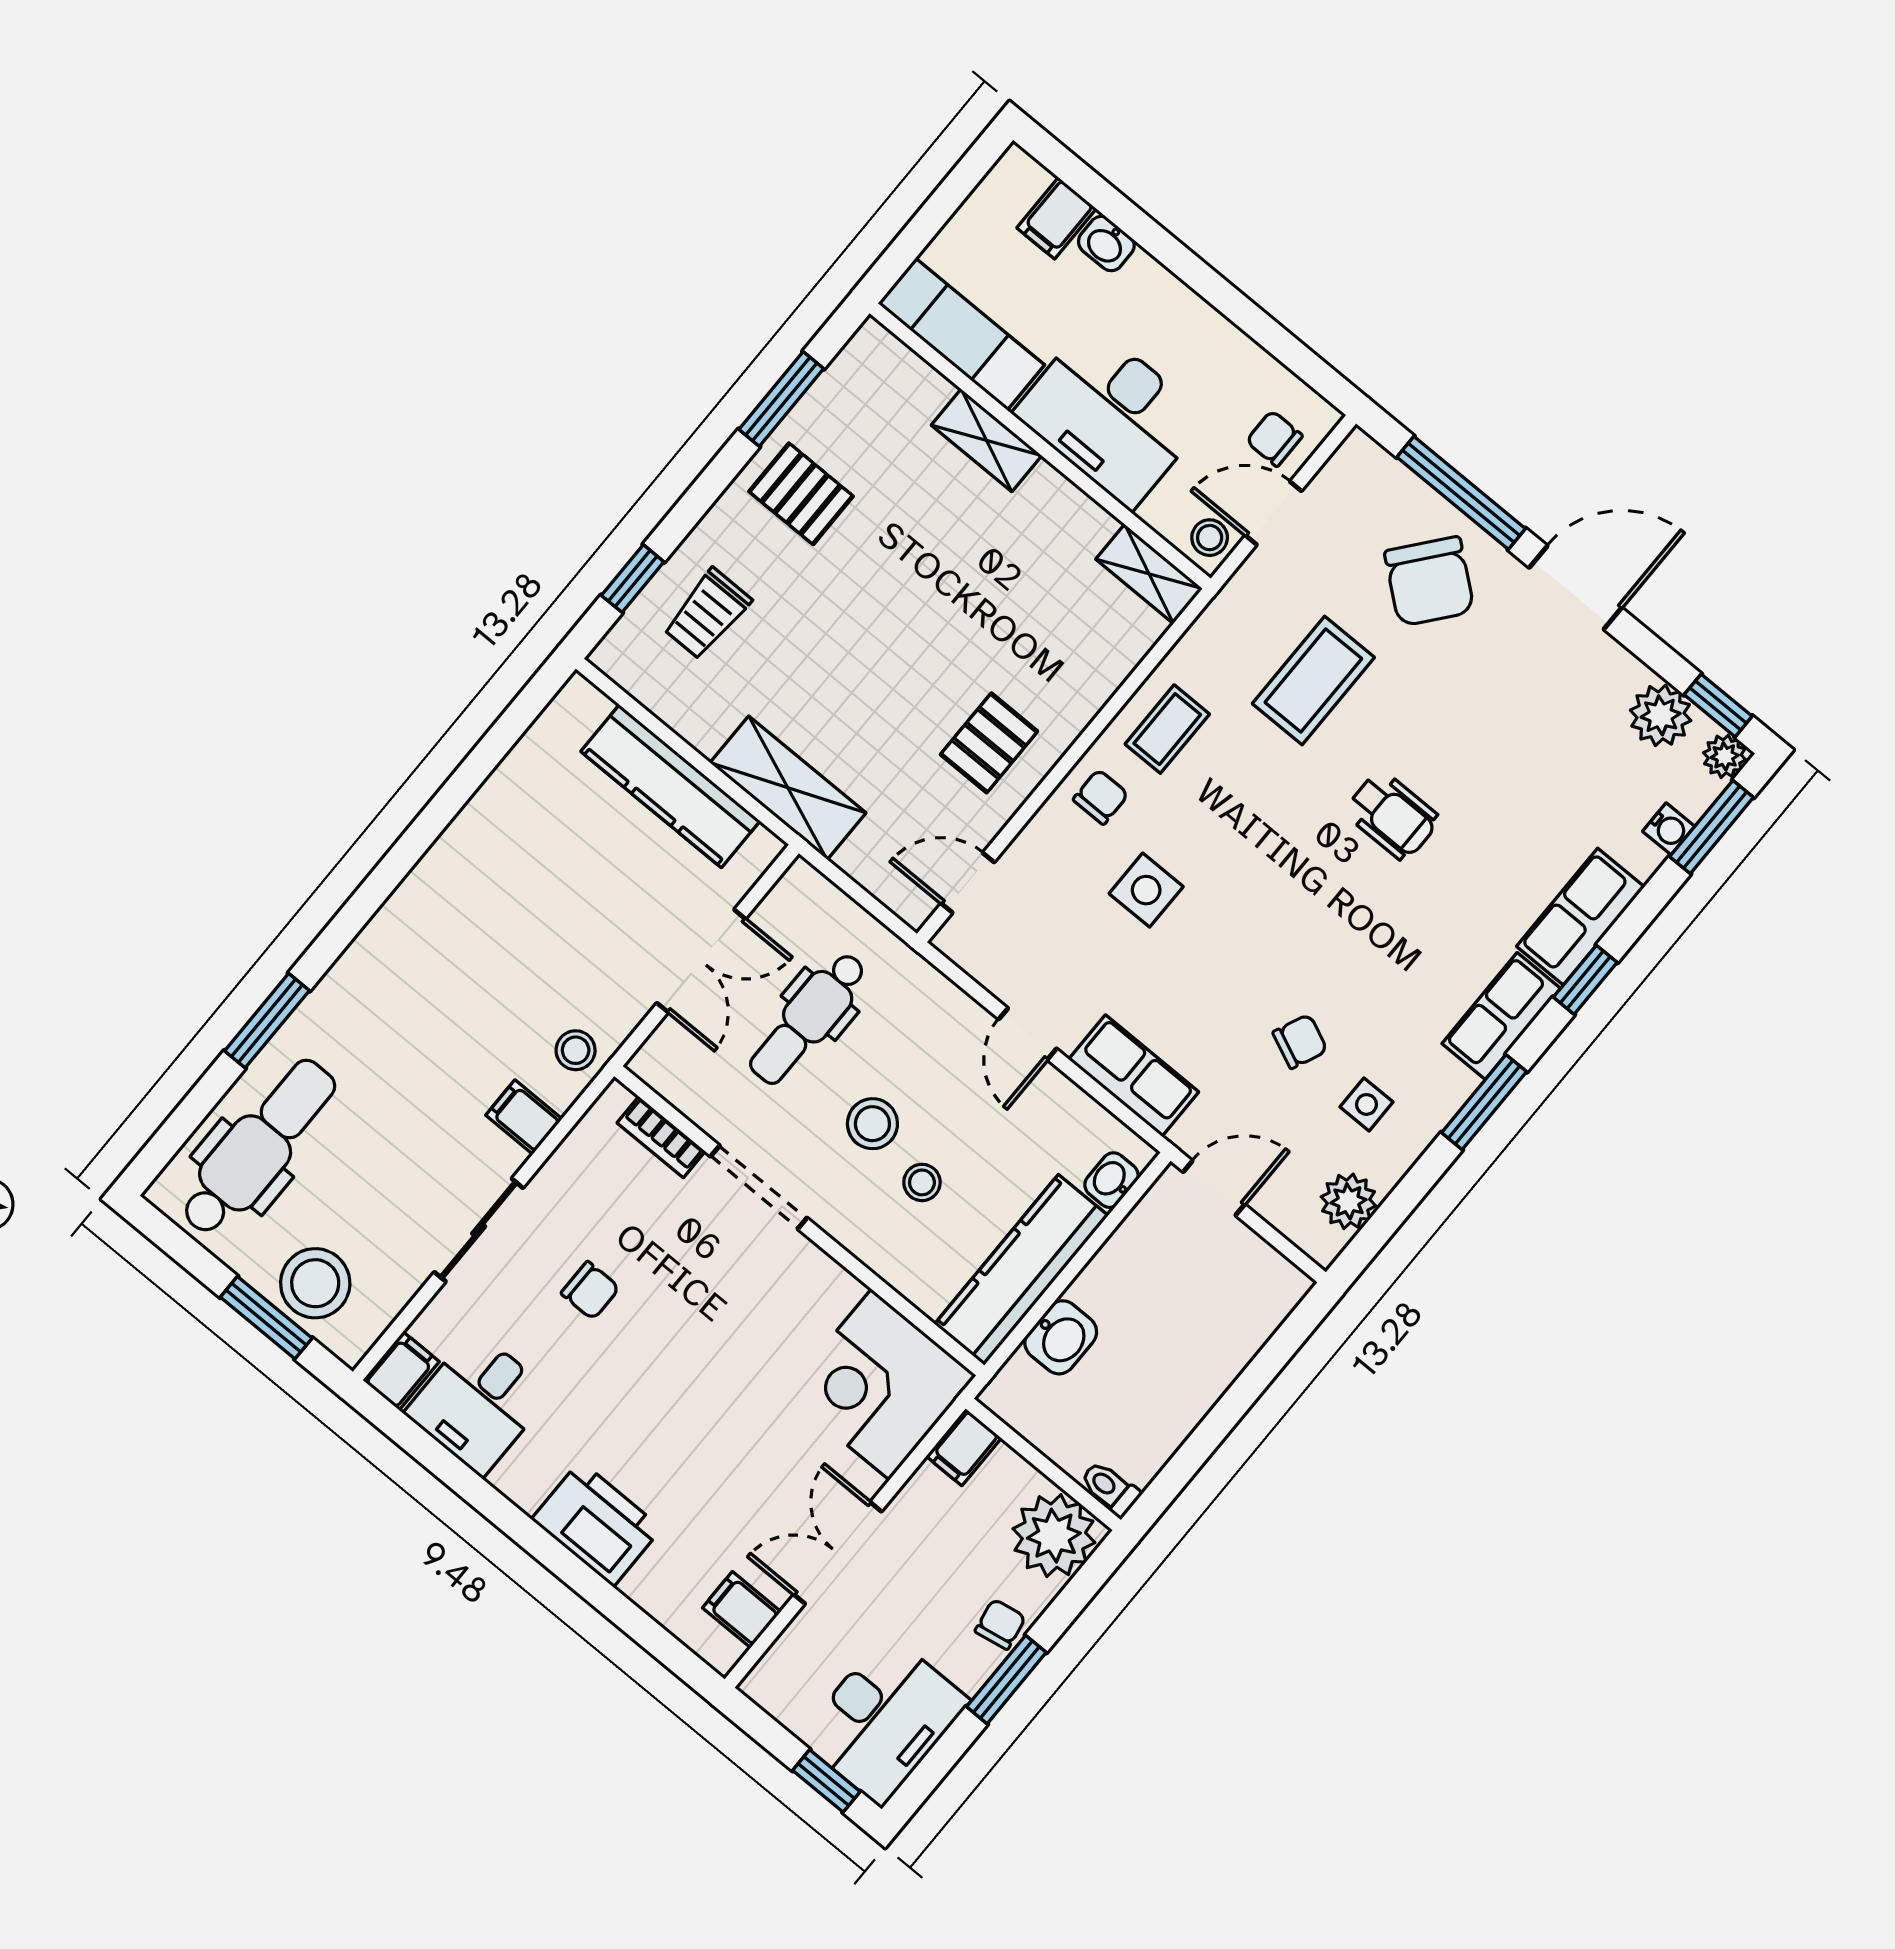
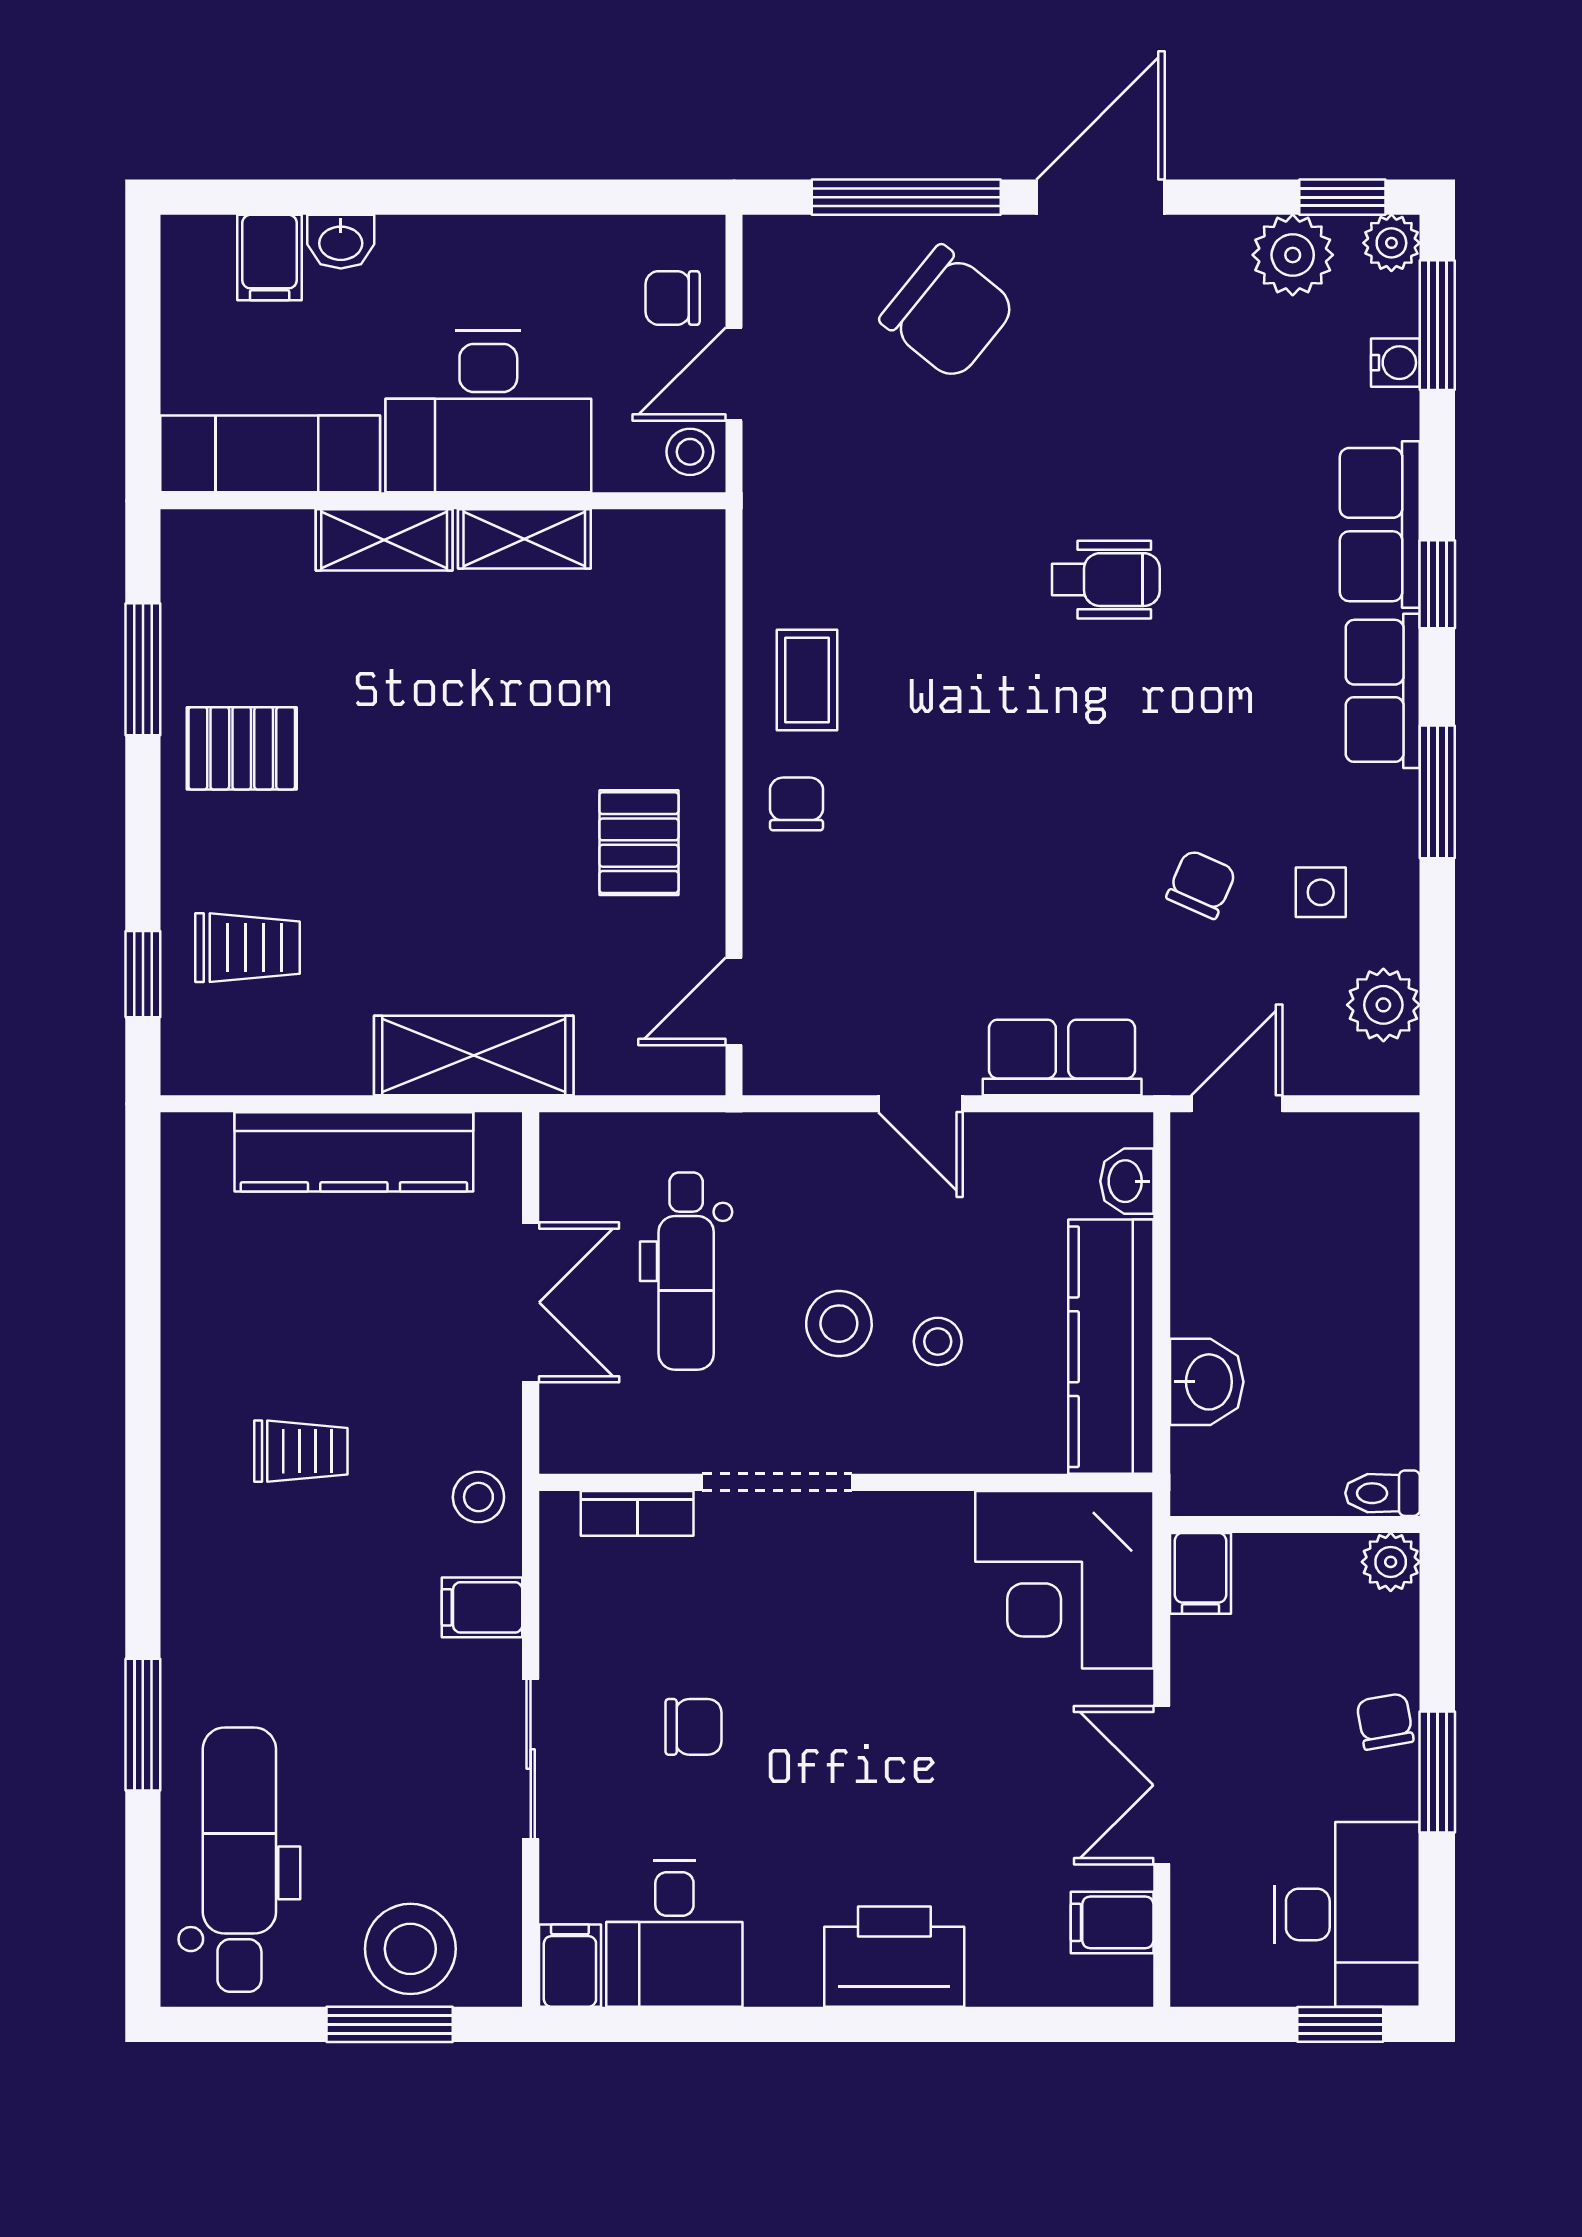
shelving: (1149, 574) -> (524, 539), moved
trolley: (707, 614) -> (247, 948), turned -90
coffee table: (1313, 681) -> (914, 509), removed
side table: (1146, 890) -> (920, 860), removed
trolley: (493, 937) -> (301, 1451), added
plant: (1054, 1536) -> (1391, 1562), width x0.53, depth x0.53

